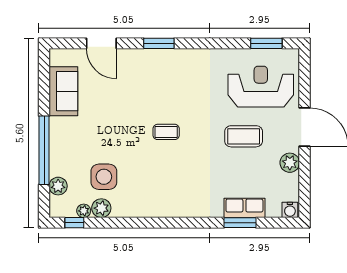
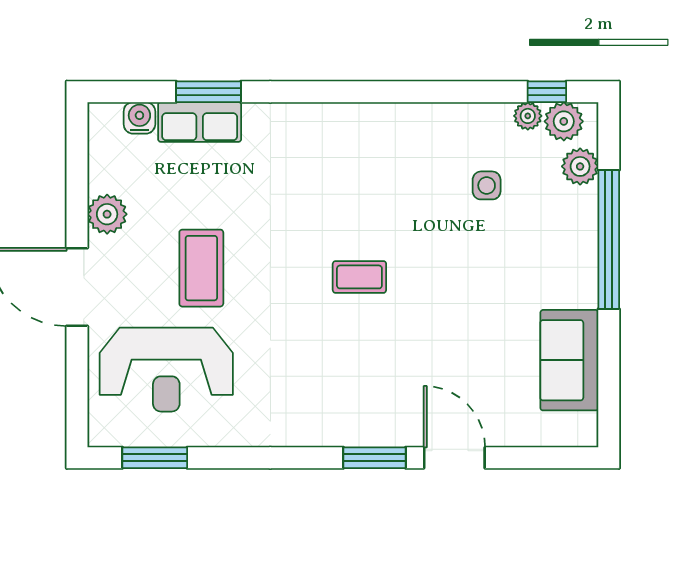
door: (101, 43) -> (454, 458), moved
coffee table: (244, 136) -> (201, 268), turned 90
side table: (104, 177) -> (487, 185), width x0.54, depth x0.54
plant: (101, 208) -> (564, 121), moved
water cooler: (290, 210) -> (139, 118), moved

